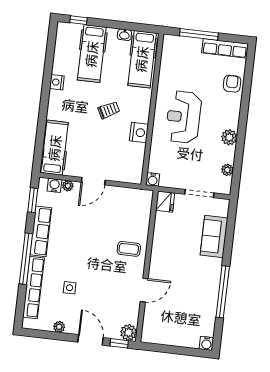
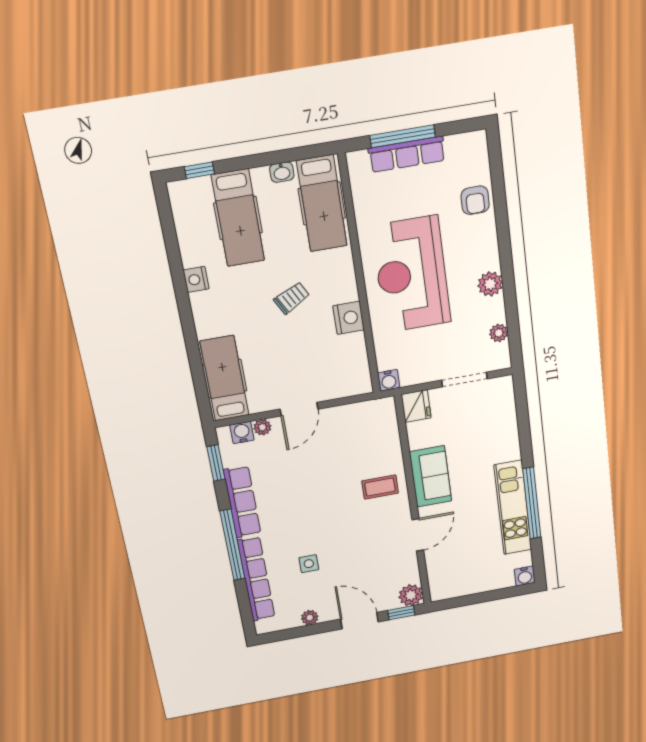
row of seats: (225, 48) -> (407, 154), moved
armchair: (232, 84) -> (475, 200), turned 180
reception desk: (183, 117) -> (411, 274), width x1.36, depth x1.30
sofa: (214, 236) -> (431, 476), moved, turned 180
kitchen unit: (210, 291) -> (513, 508), added

